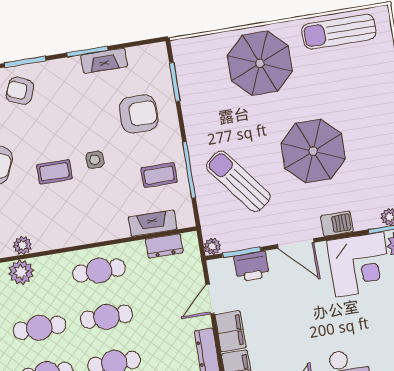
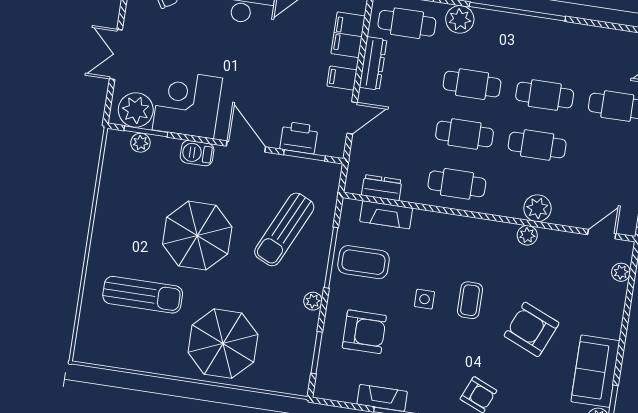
sun lounger: (339, 32) -> (143, 295), moved
armchair: (139, 114) -> (364, 332), turned 180
coffee table: (54, 172) -> (470, 300), turned 90
coffee table: (159, 175) -> (364, 262), width x1.36, depth x1.30
sun lounger: (238, 181) -> (284, 229), turned 63
plant: (212, 246) -> (313, 301), moved
filing cabinet: (231, 331) -> (342, 78), width x0.50

